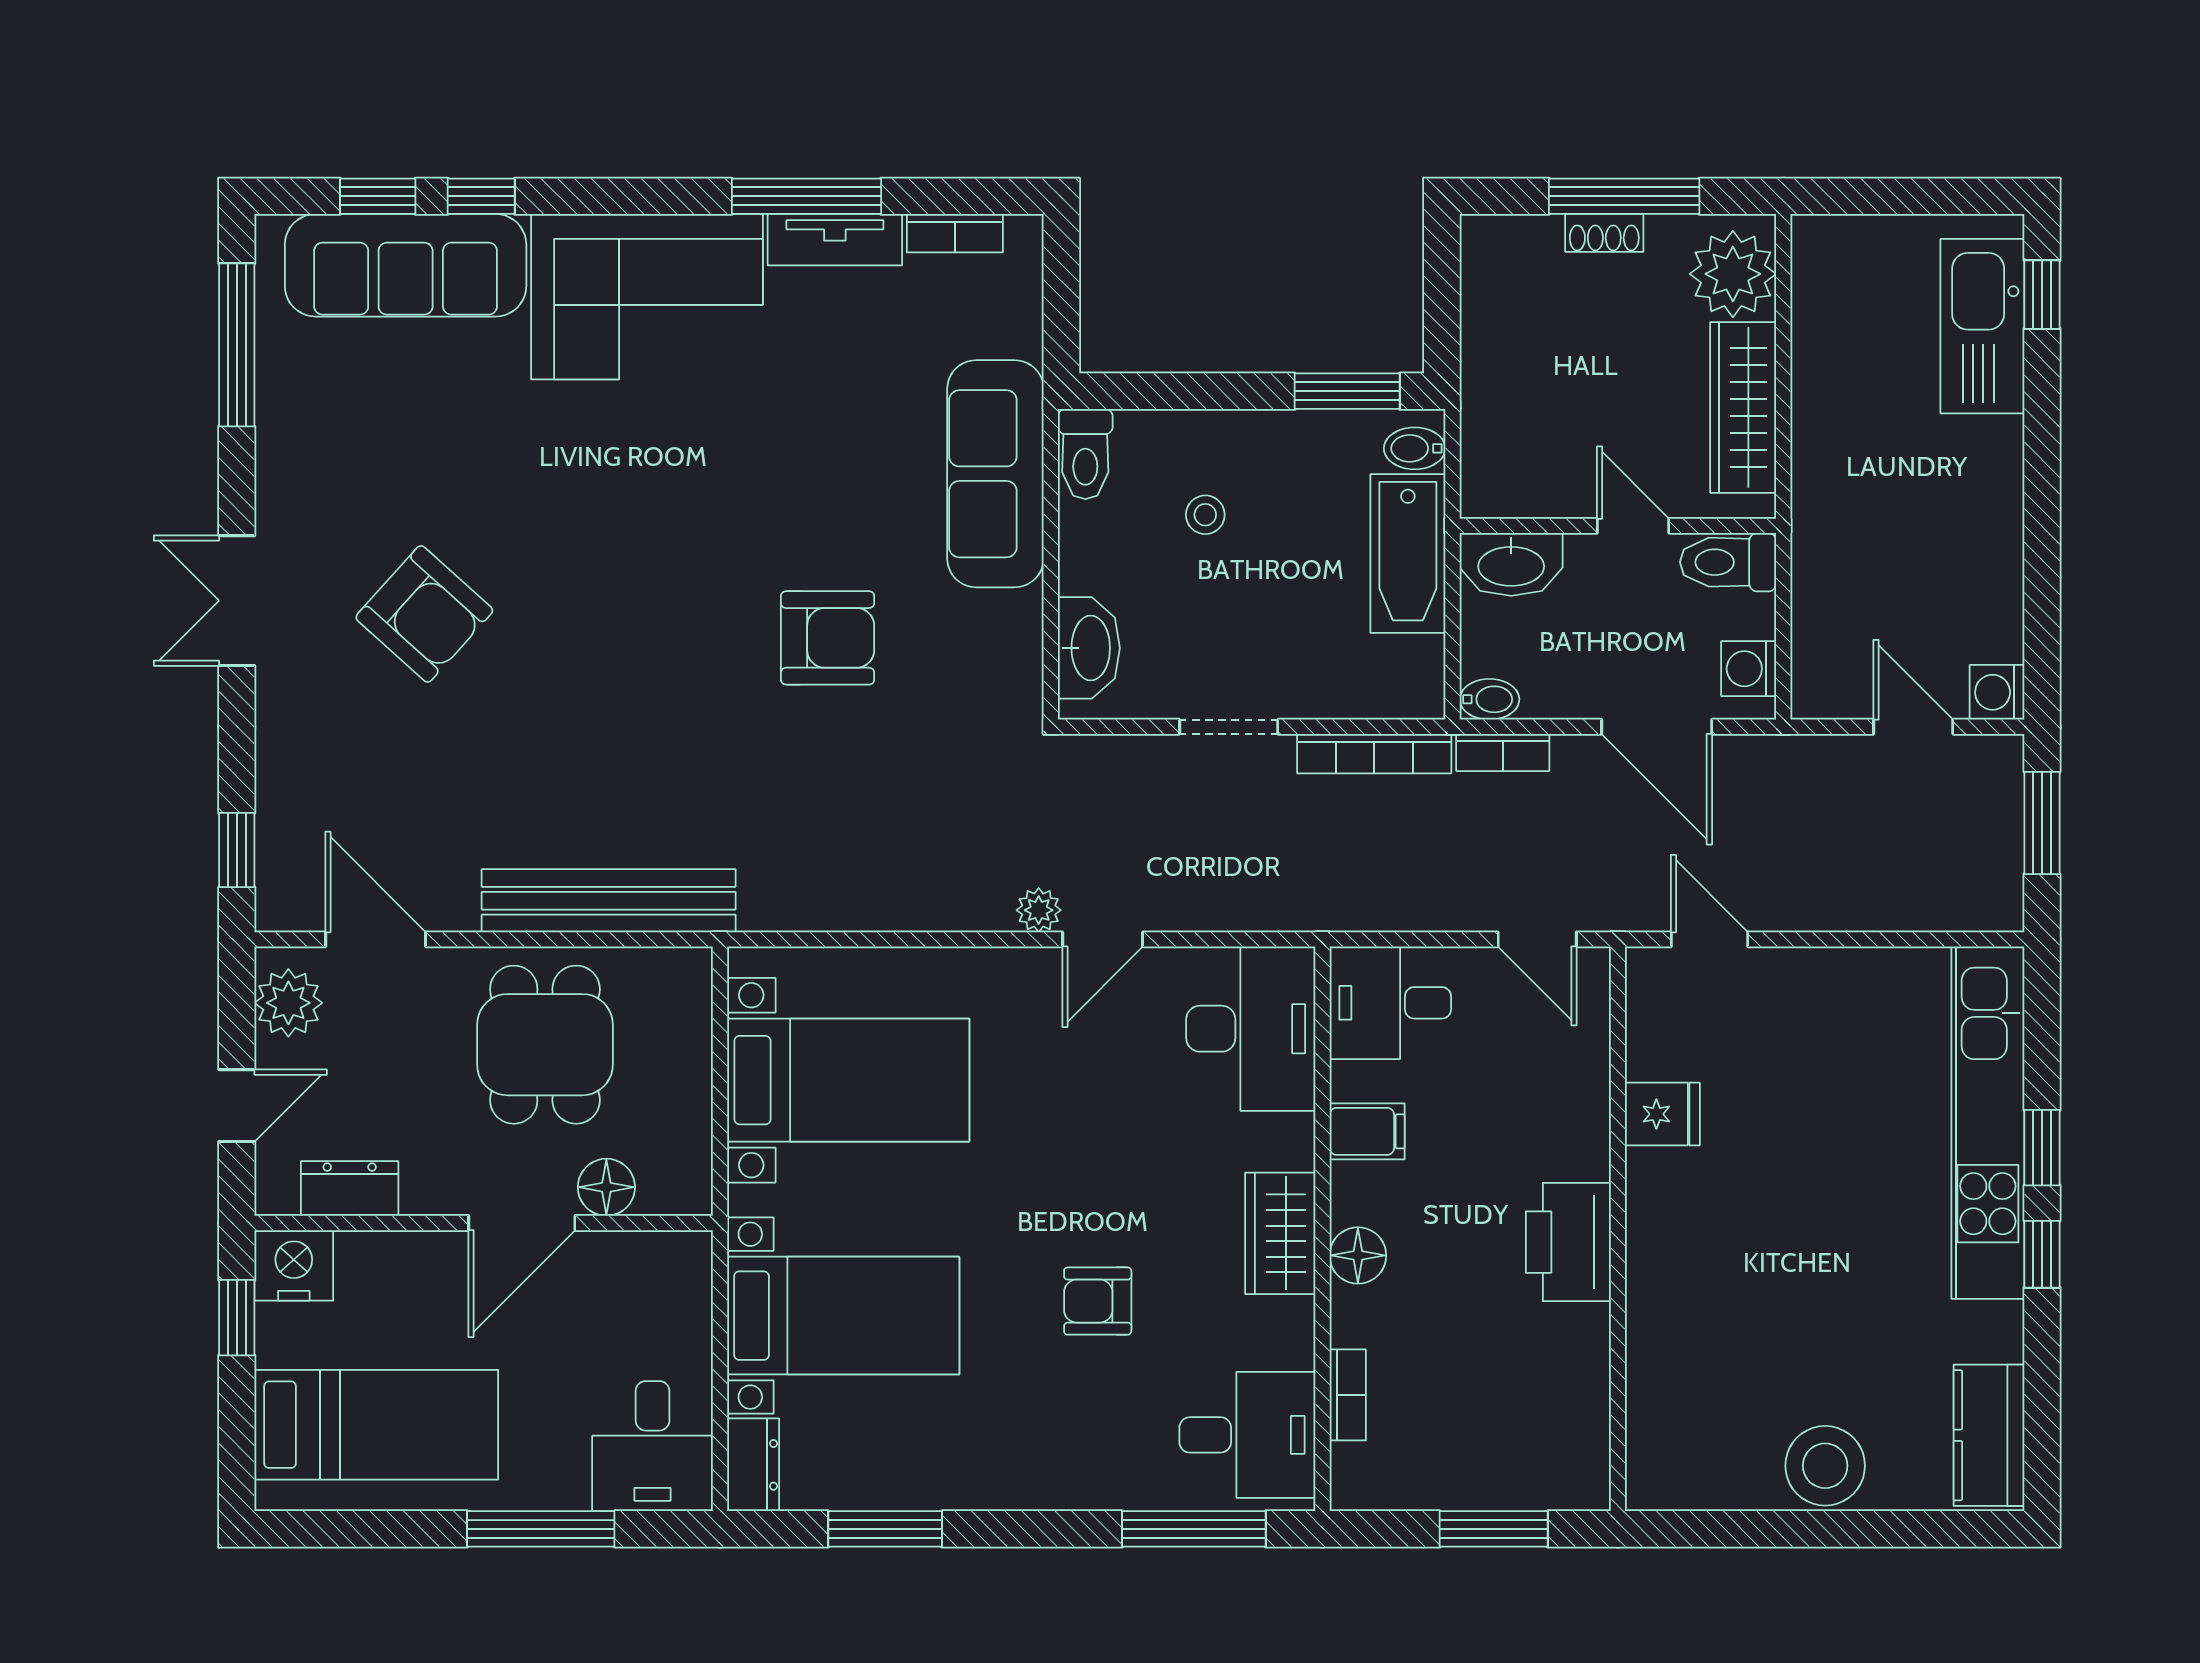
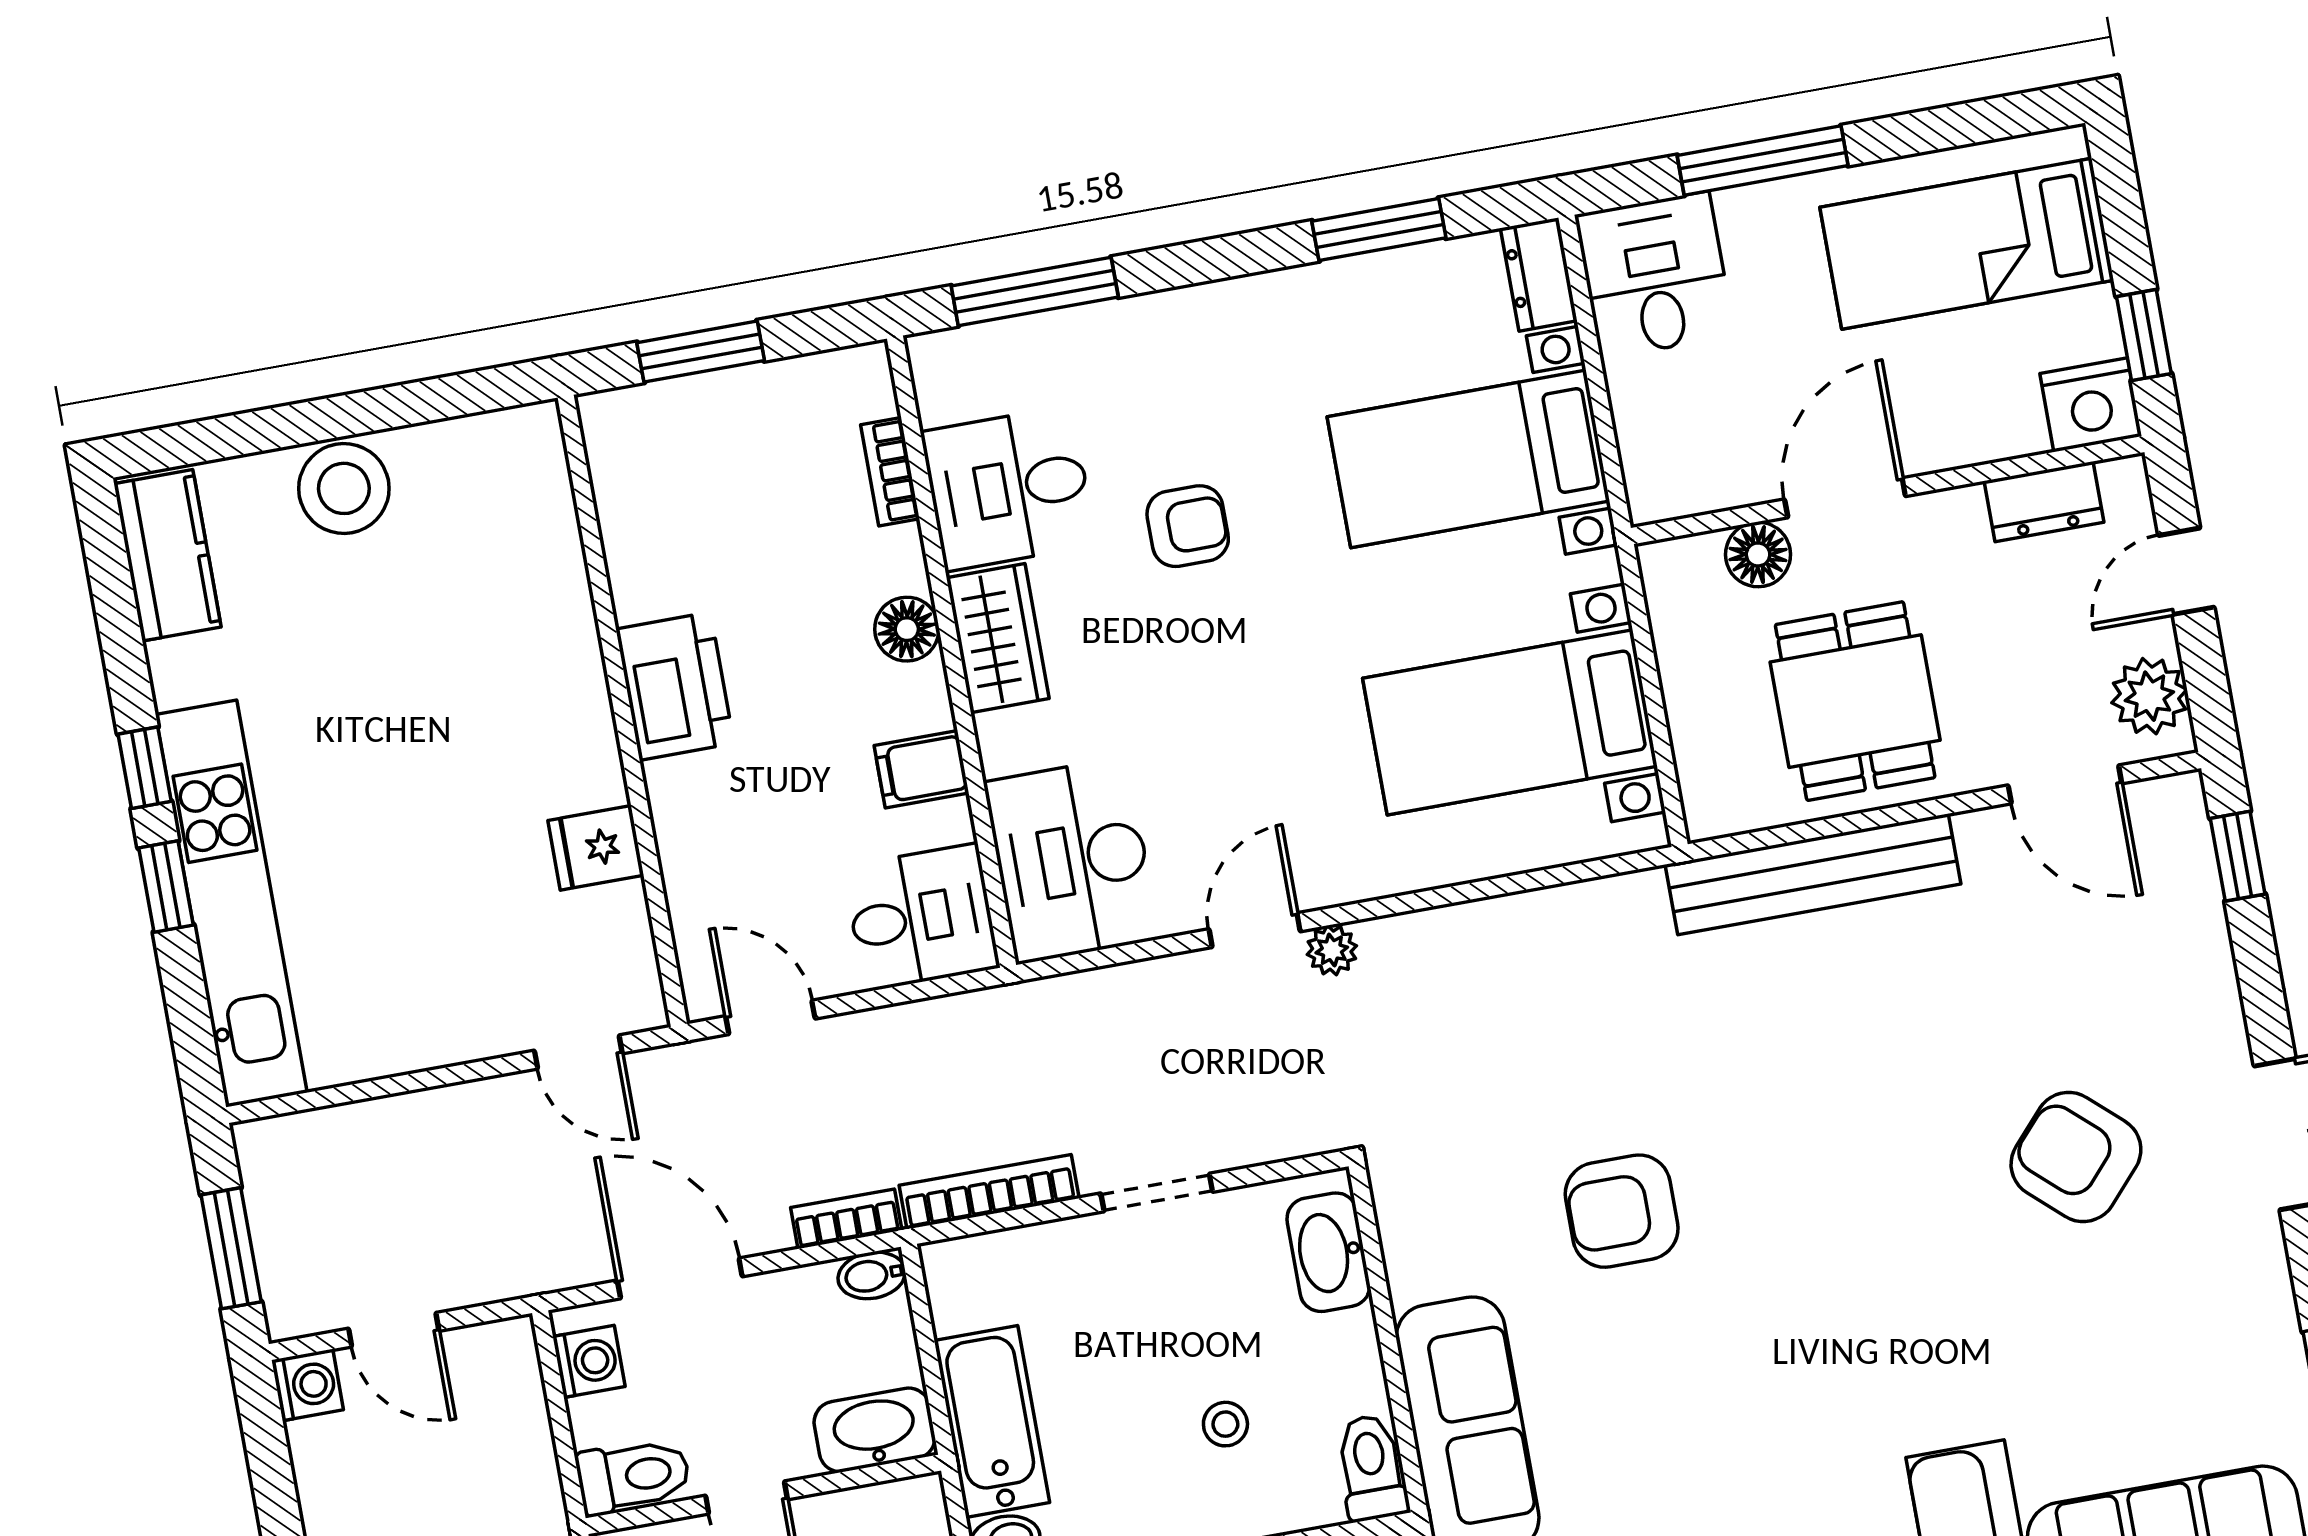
desk: (1247, 1435) -> (1009, 488), moved

